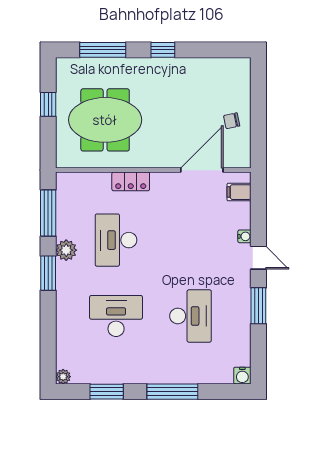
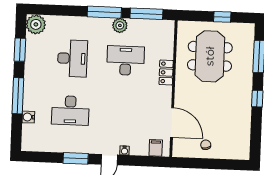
window: (48, 273) -> (104, 12), width x1.44
water cooler: (242, 376) -> (28, 117), moved
plant: (63, 377) -> (36, 24), width x1.88, depth x1.88

